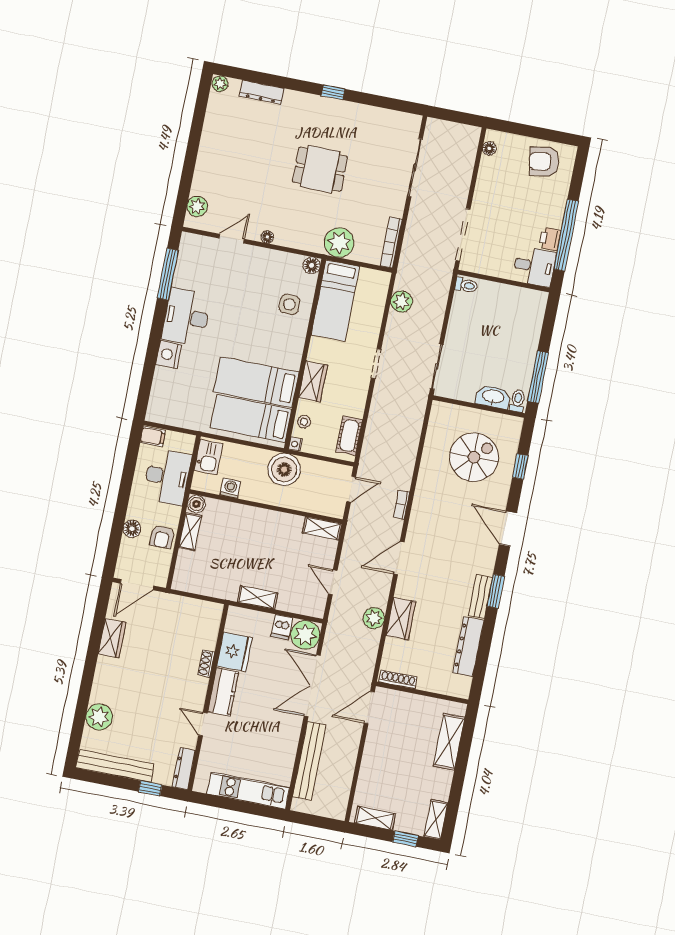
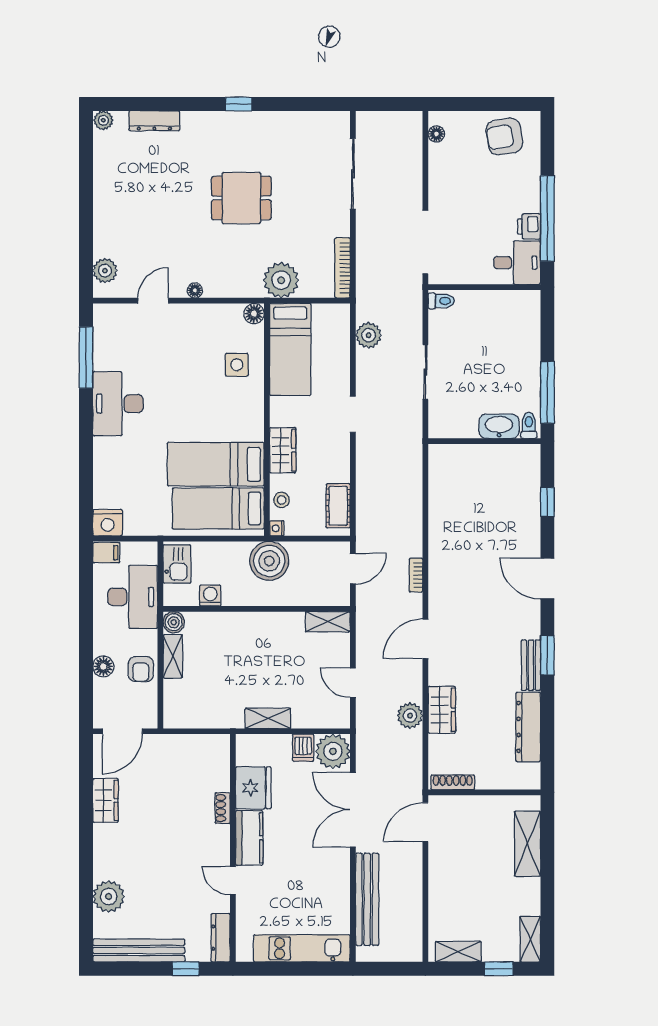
nightstand: (169, 355) -> (108, 523), moved, turned -90
sliding door: (437, 367) -> (425, 372), moved
spiral stairs: (474, 457) -> (490, 502), removed

